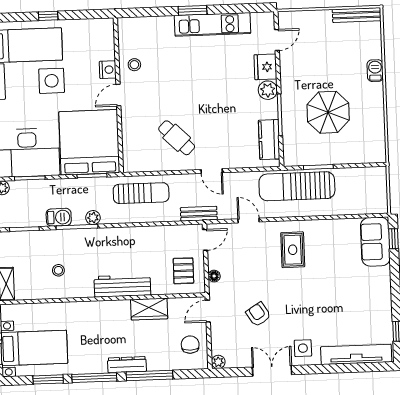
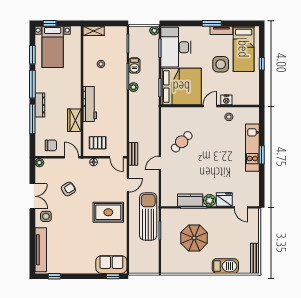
kitchen unit: (213, 24) -> (252, 148), moved
barbecue: (375, 71) -> (225, 266), width x1.88, depth x1.53
door: (118, 95) -> (210, 106), hinge flipped
kitchen counter: (269, 140) -> (190, 200), moved
sun lounger: (141, 193) -> (148, 118), removed
rug: (293, 250) -> (108, 212), width x1.36, depth x1.43

